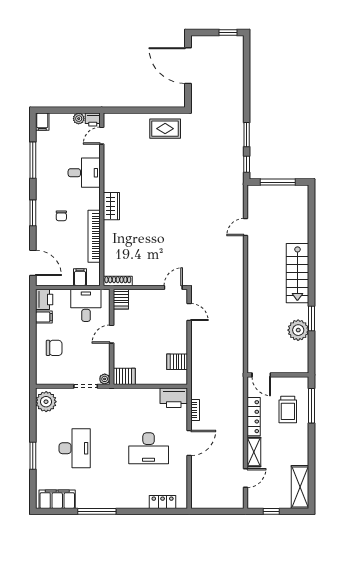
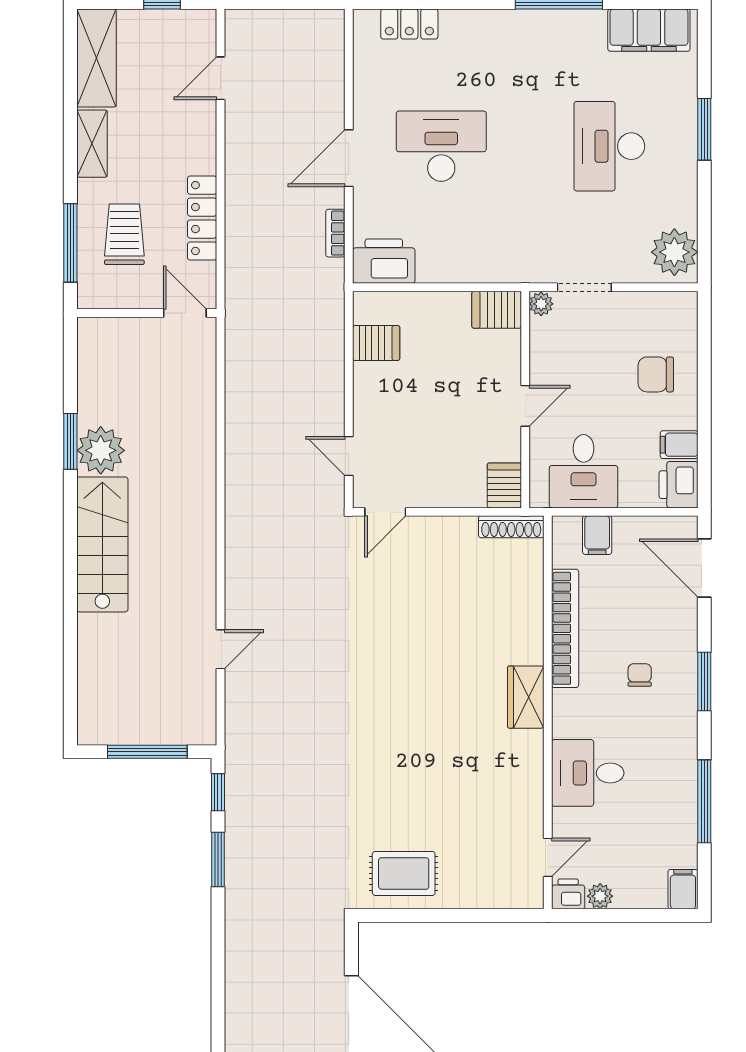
plant: (298, 330) -> (101, 450), moved
shelving: (254, 452) -> (92, 144), moved

